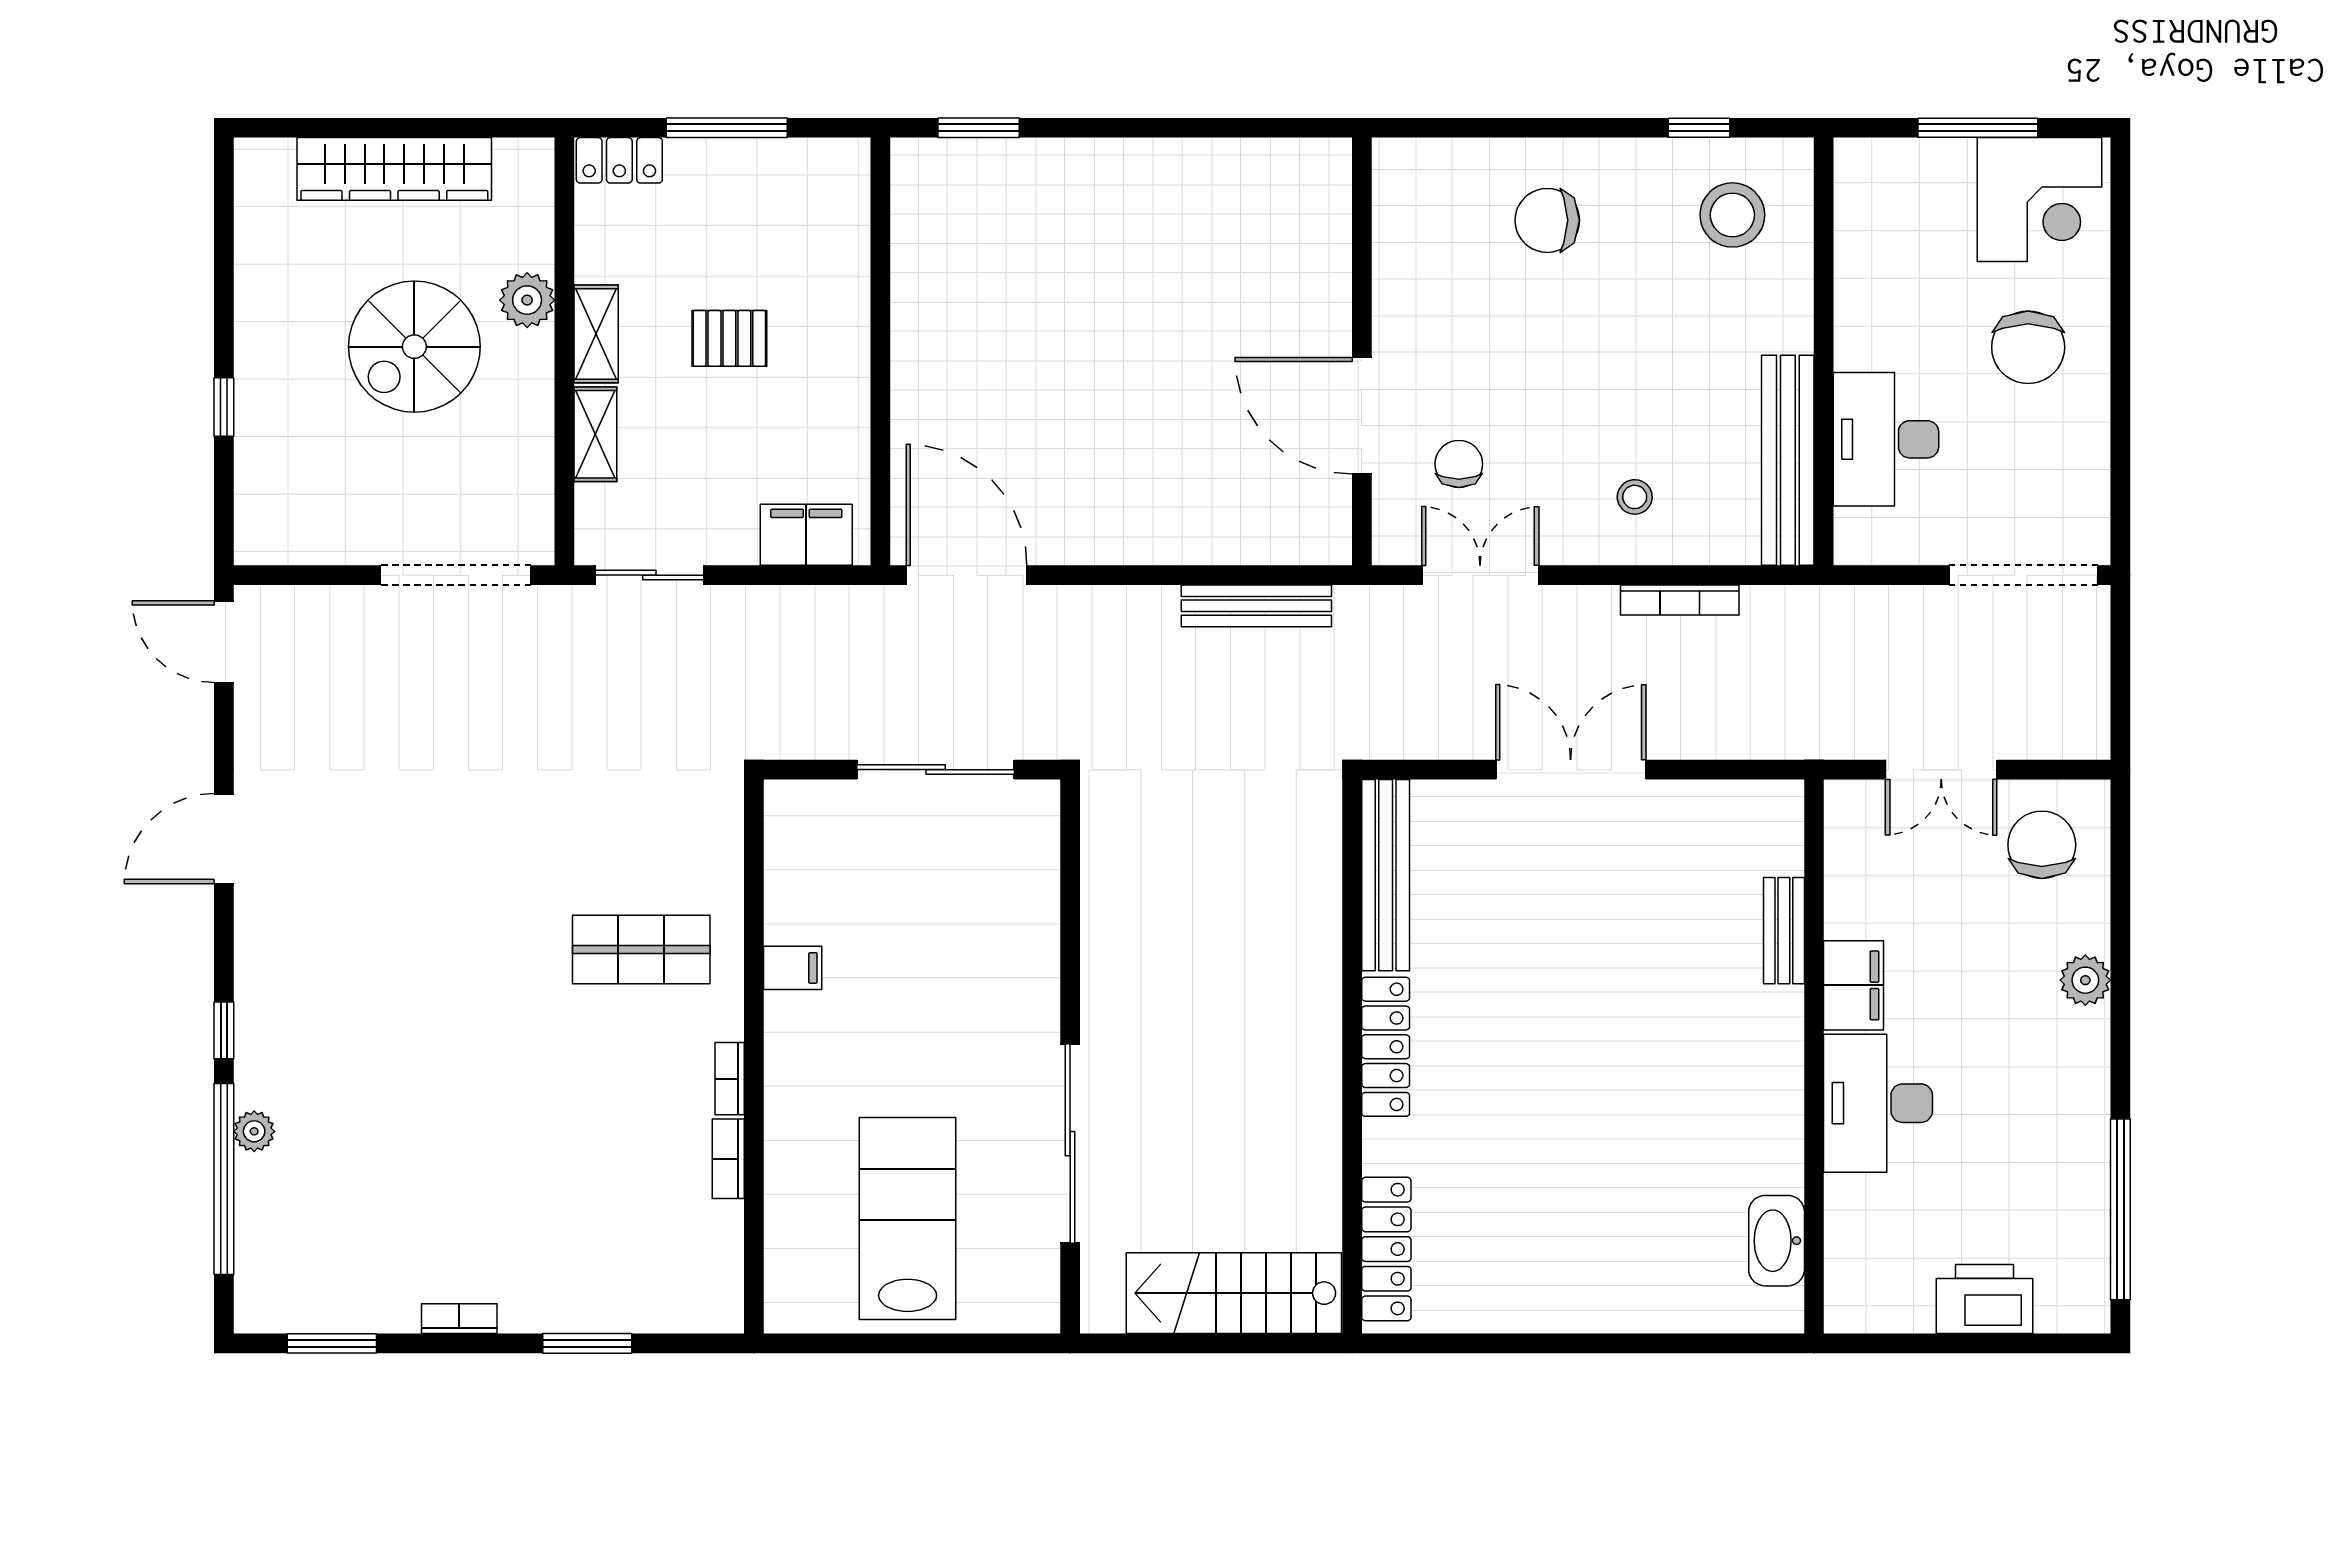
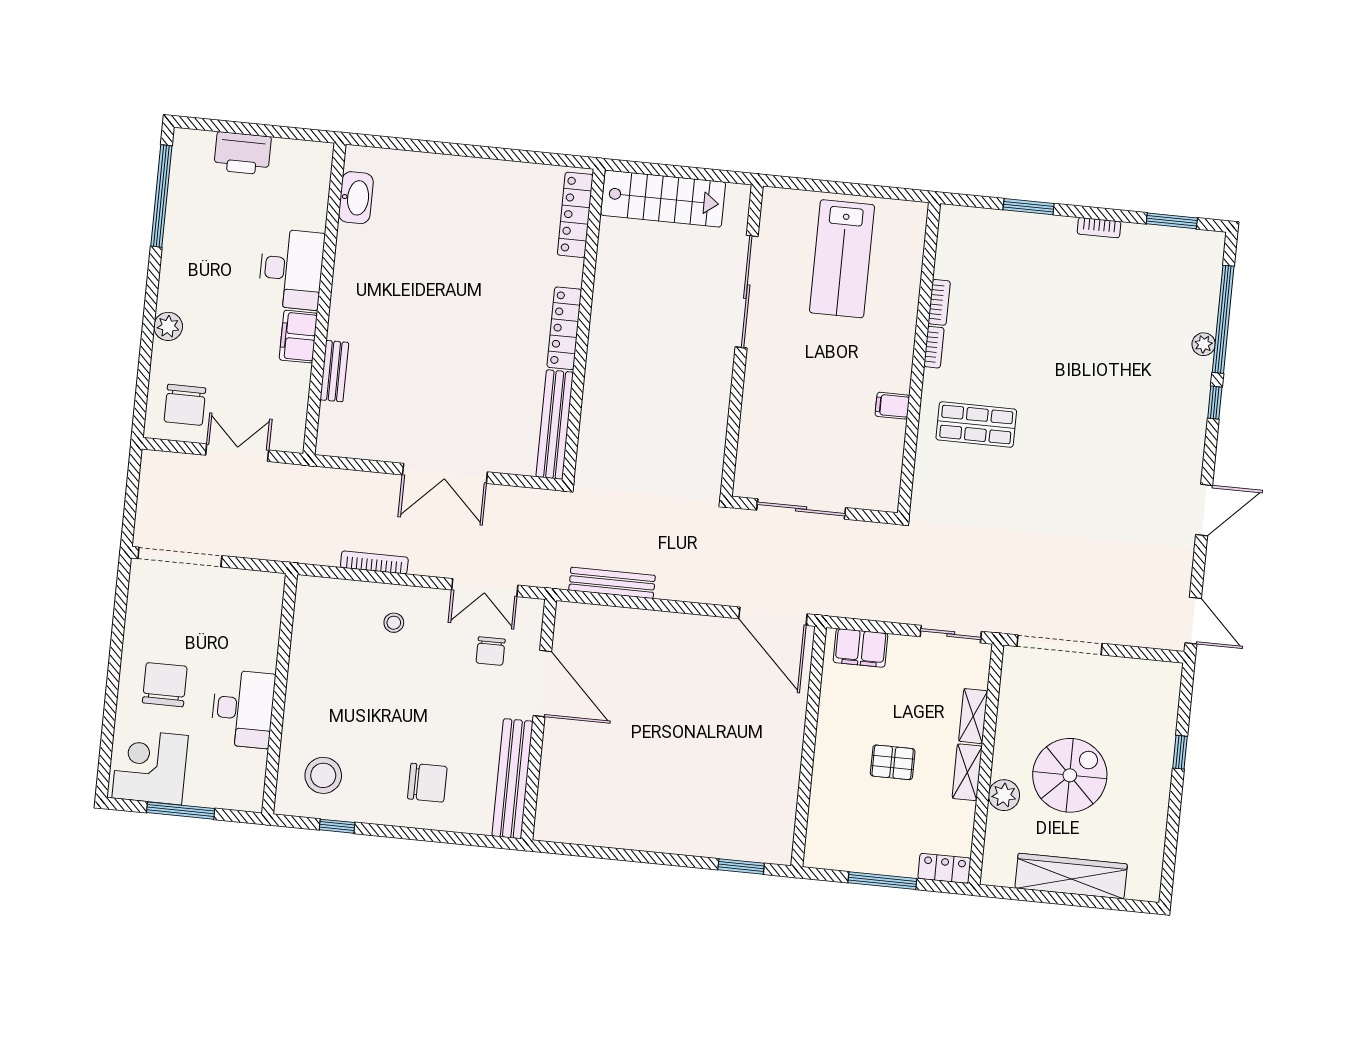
desk: (1886, 439) -> (243, 709), moved
bench: (1788, 460) -> (512, 779), moved

